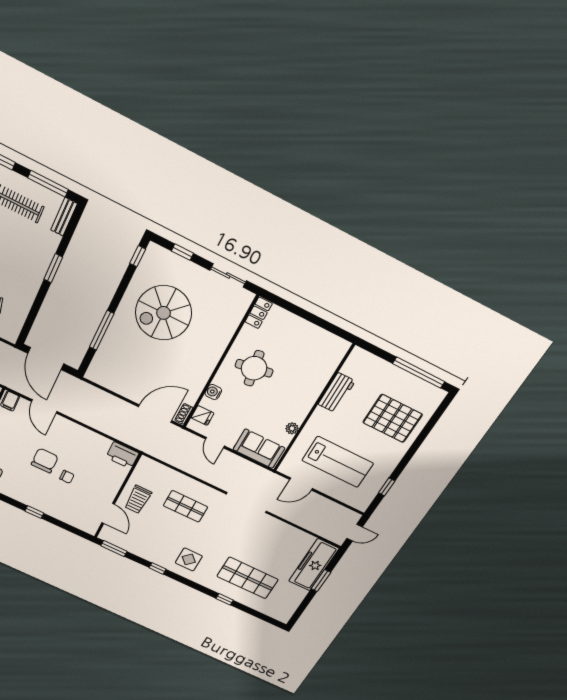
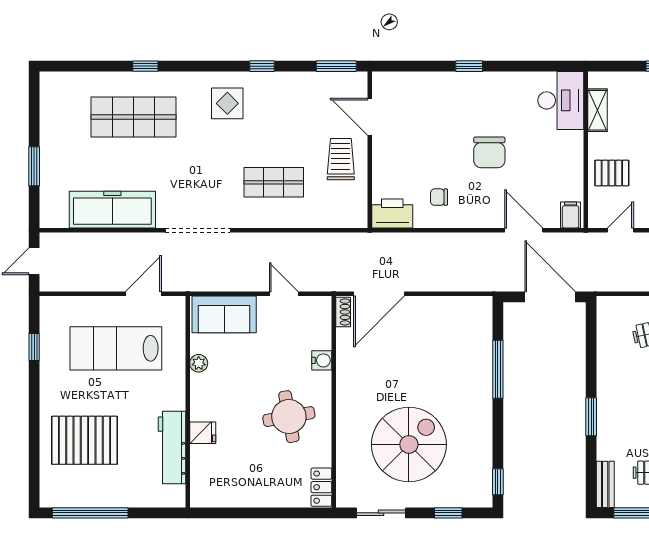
spiral stairs: (163, 313) -> (409, 444), moved
workbench: (337, 393) -> (172, 447), width x1.37
fridge: (202, 415) -> (203, 433), moved, turned 180
chair: (67, 477) -> (439, 197), moved
freezer: (314, 565) -> (112, 210), moved, turned -90

